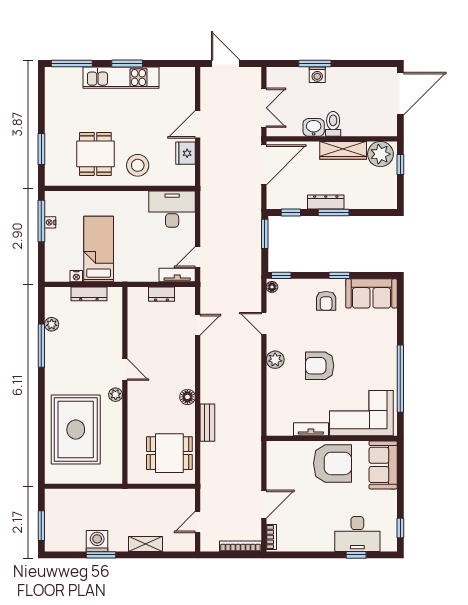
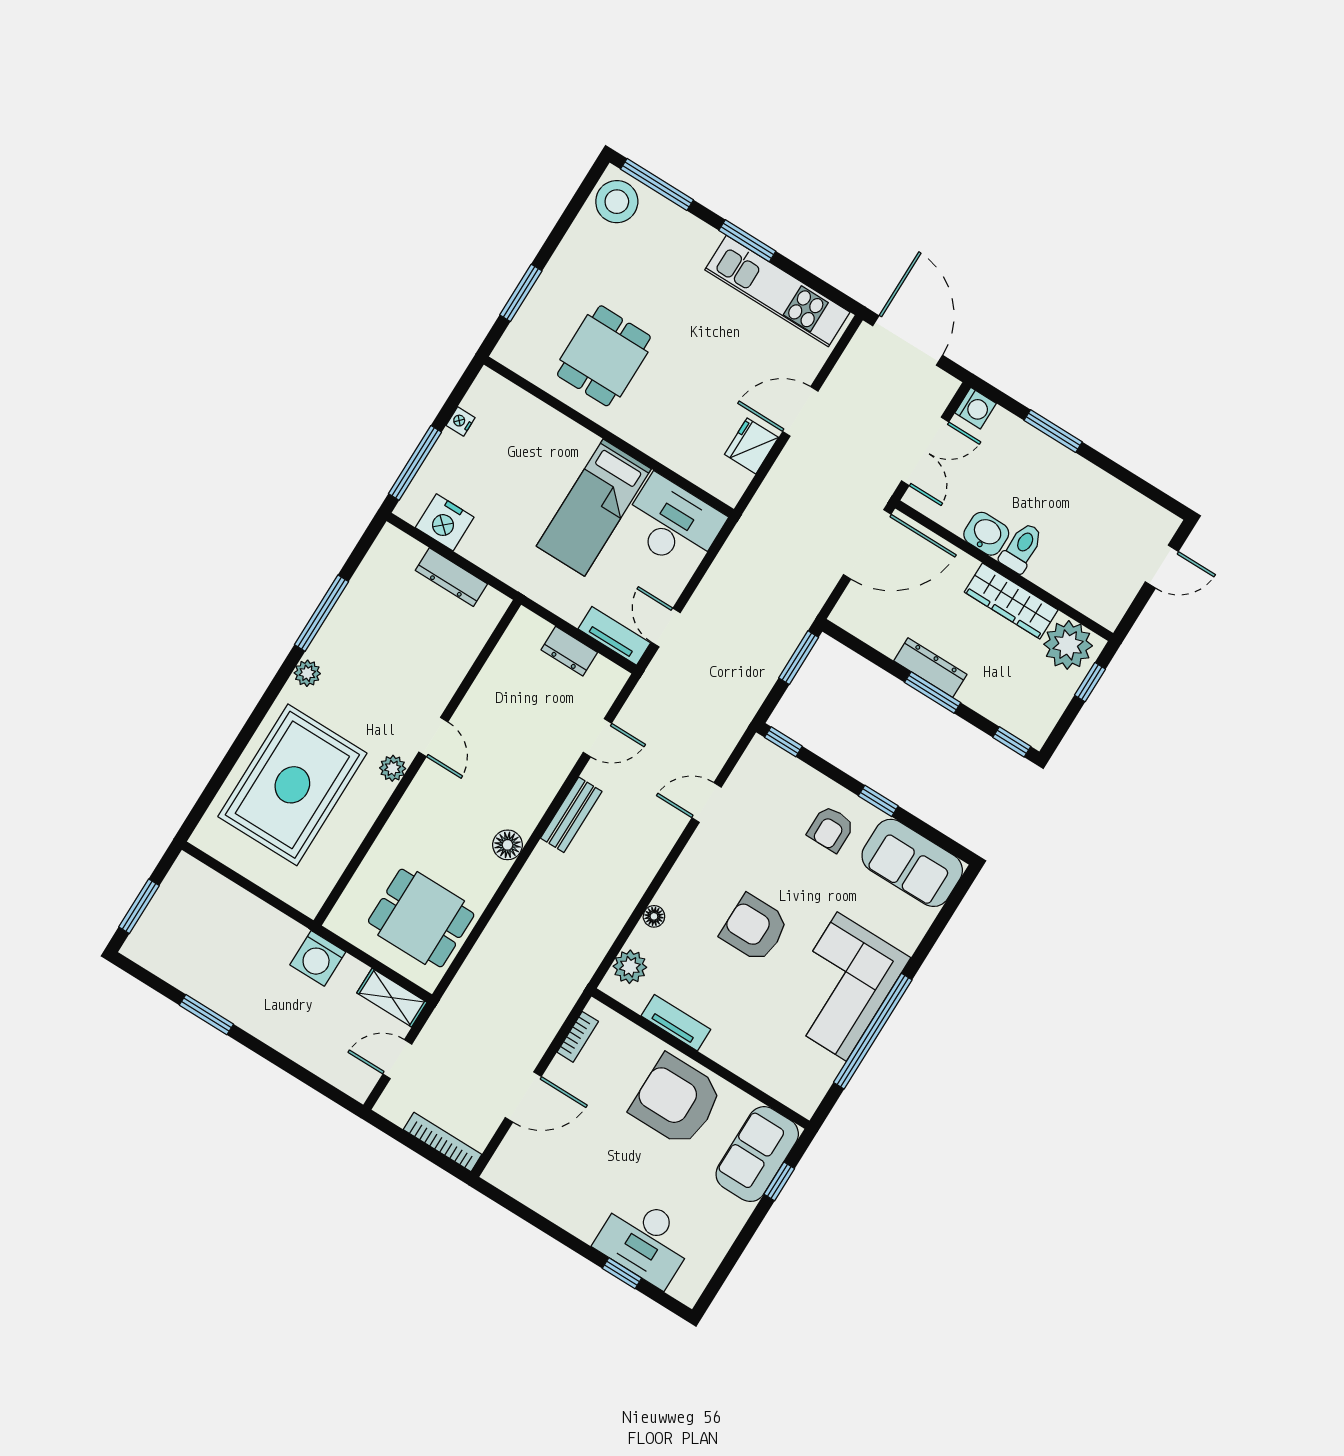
door: (226, 64) -> (908, 340), width x1.36
washing machine: (317, 75) -> (976, 408), moved, turned -90
kitchen unit: (121, 78) -> (777, 291), moved
door: (400, 94) -> (1162, 567), width x0.53
stool: (138, 165) -> (617, 202), moved
window: (291, 212) -> (1012, 742), moved
window: (41, 221) -> (415, 463), moved
bed: (99, 249) -> (594, 508), moved, turned 180
door: (198, 257) -> (666, 628), hinge flipped
nightstand: (76, 276) -> (445, 522), width x1.89, depth x1.79
floor lamp: (272, 287) -> (654, 916), moved
door: (264, 323) -> (707, 802), hinge flipped
plant: (52, 324) -> (307, 673), moved
plant: (275, 360) -> (630, 967), moved
corner sofa: (361, 413) -> (842, 986), moved, turned -90
bench: (207, 423) -> (571, 815), moved
armchair: (333, 463) -> (676, 1100), turned 180
window: (400, 528) -> (779, 1181), moved
bookcase: (271, 537) -> (578, 1037), moved
washing machine: (97, 541) -> (318, 958), moved, turned 180
shelving: (146, 544) -> (392, 998), moved

